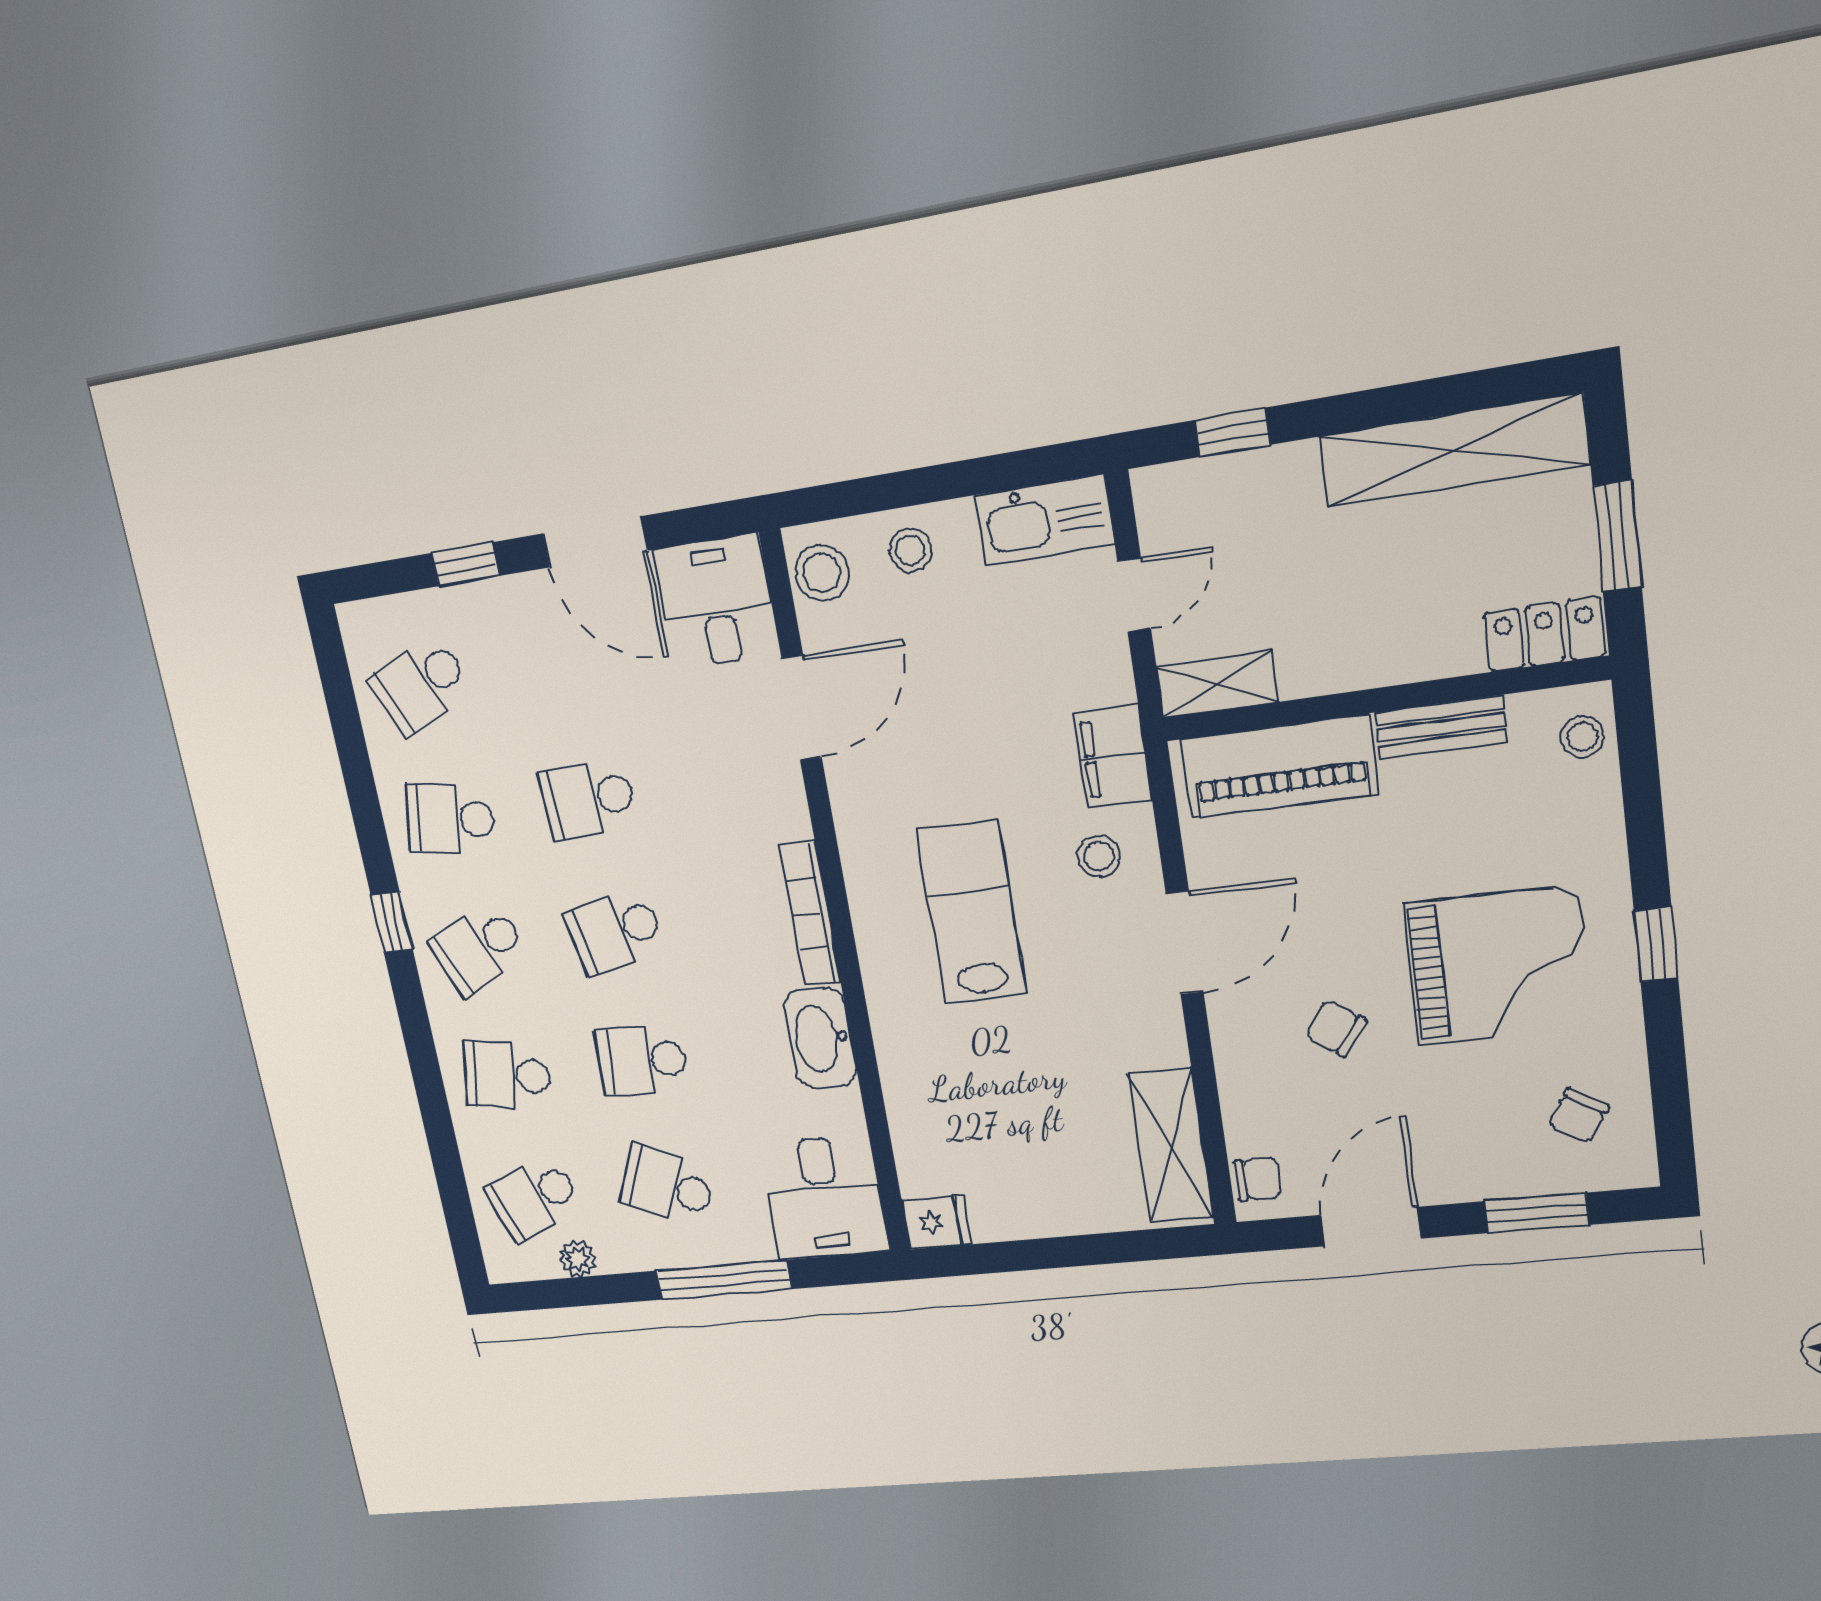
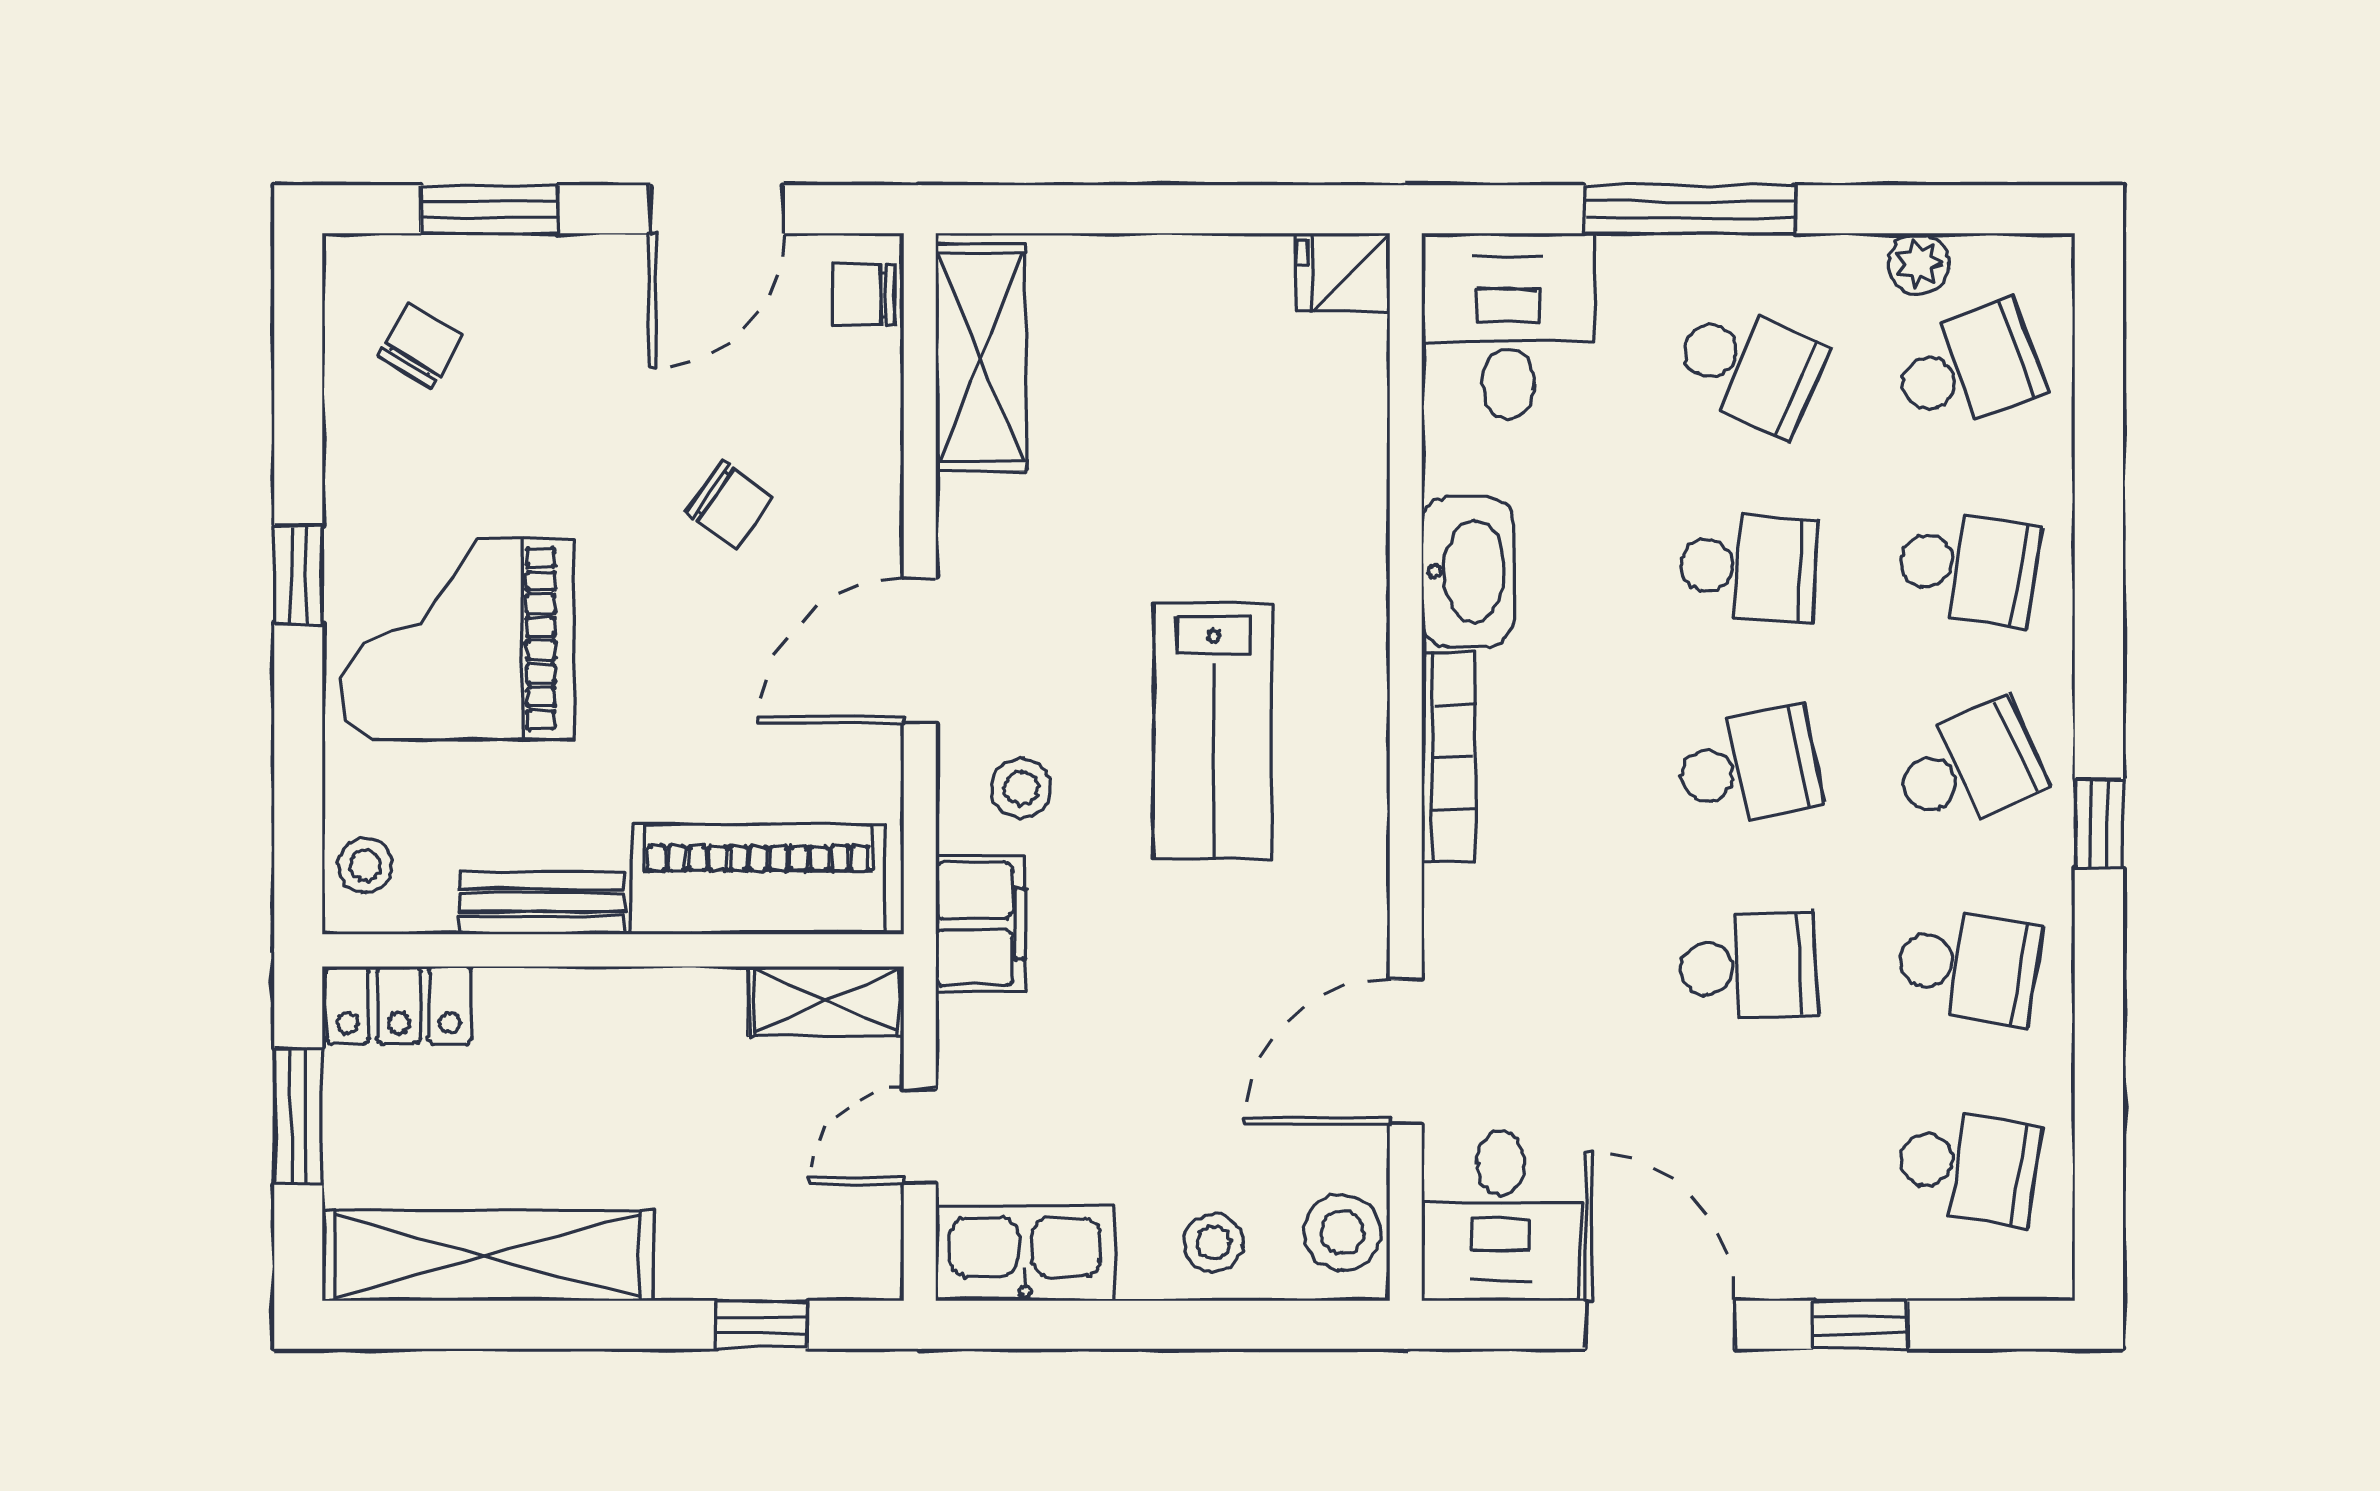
school desk: (421, 685) -> (1968, 1166), turned 33
grand piano: (1499, 965) -> (457, 639), moved

